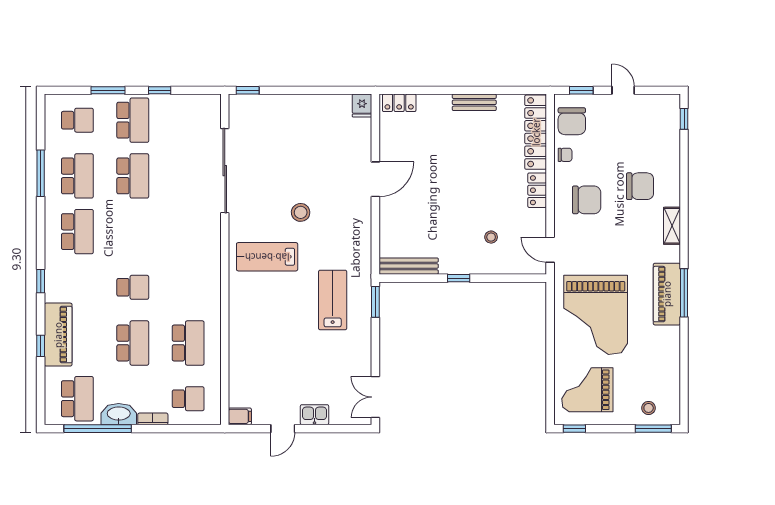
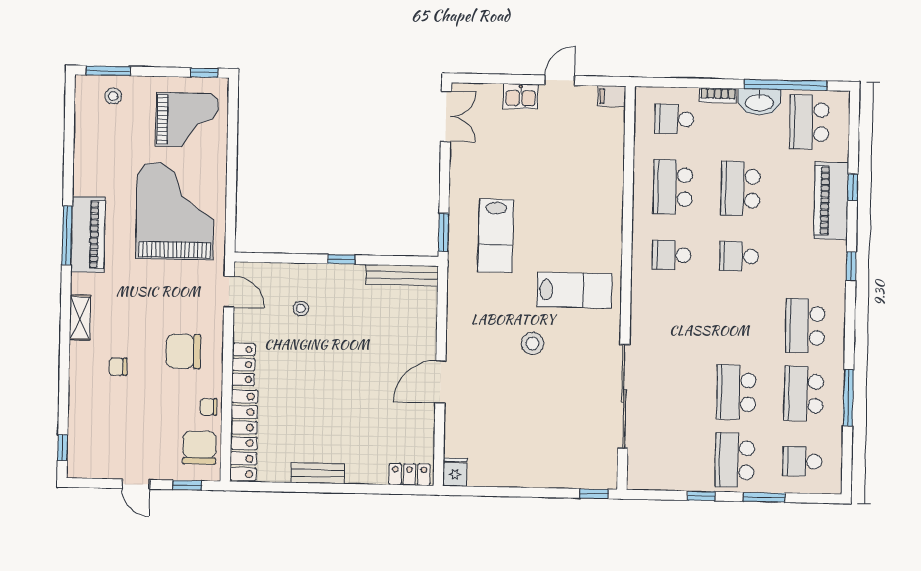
chair: (640, 186) -> (118, 367), width x0.54, depth x0.54
school desk: (188, 287) -> (671, 255), added

